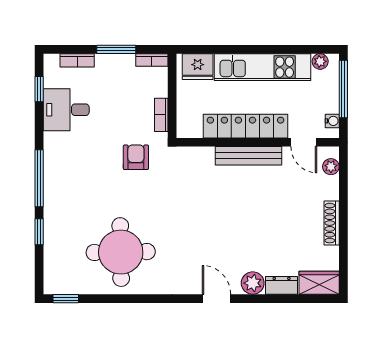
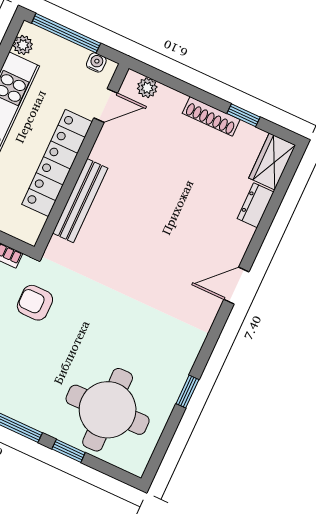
bench: (248, 156) -> (80, 201), moved
window: (343, 246) -> (244, 115), added
round table: (121, 252) -> (108, 410), moved
plant: (253, 283) -> (238, 237), removed
window: (66, 299) -> (187, 392), moved

